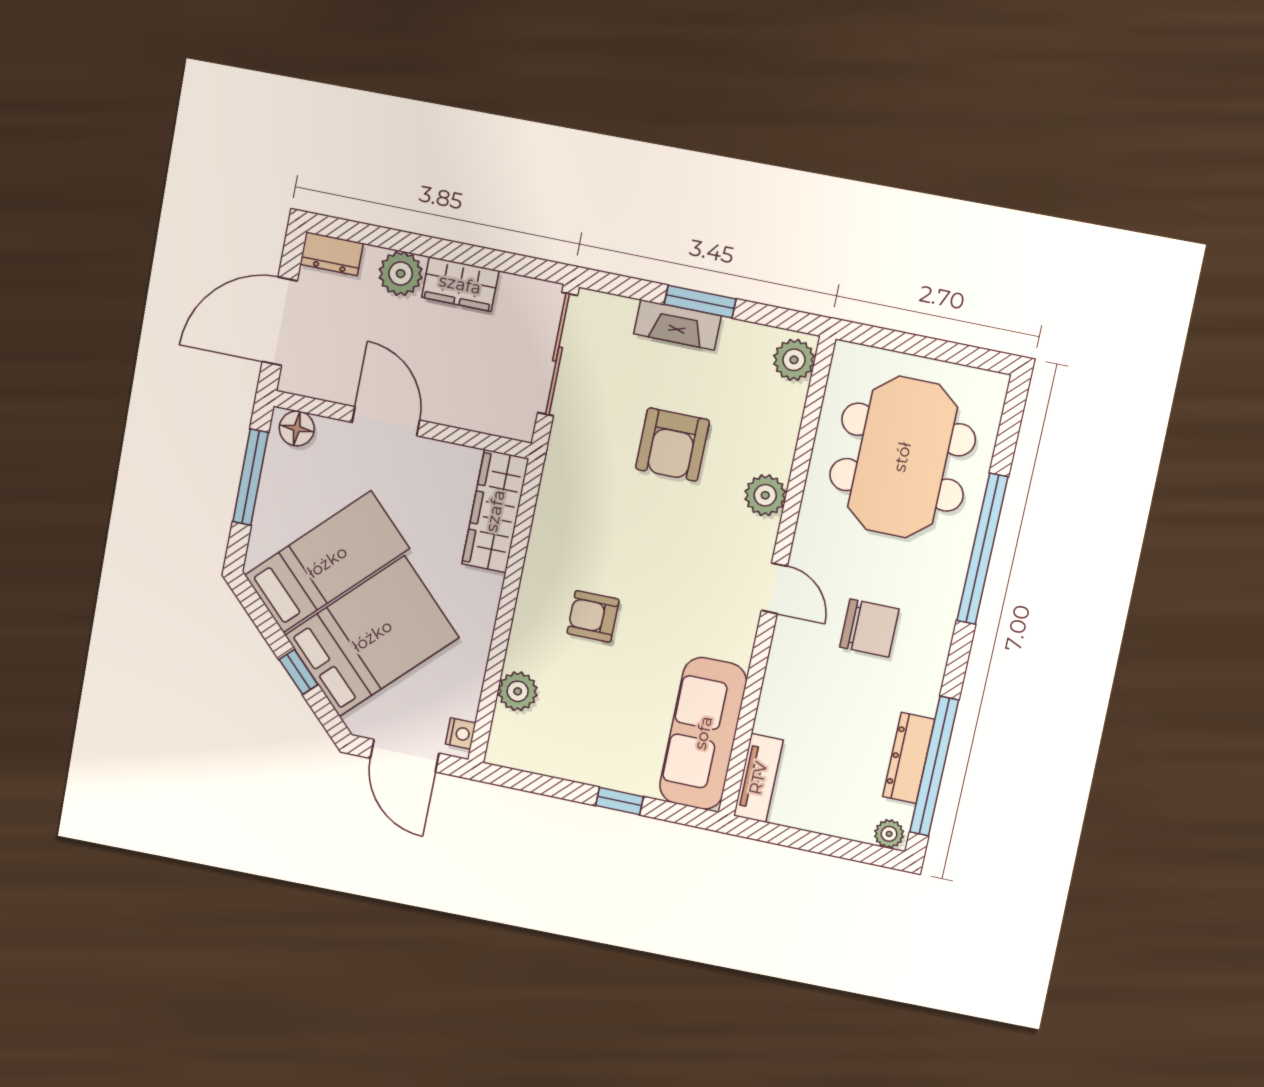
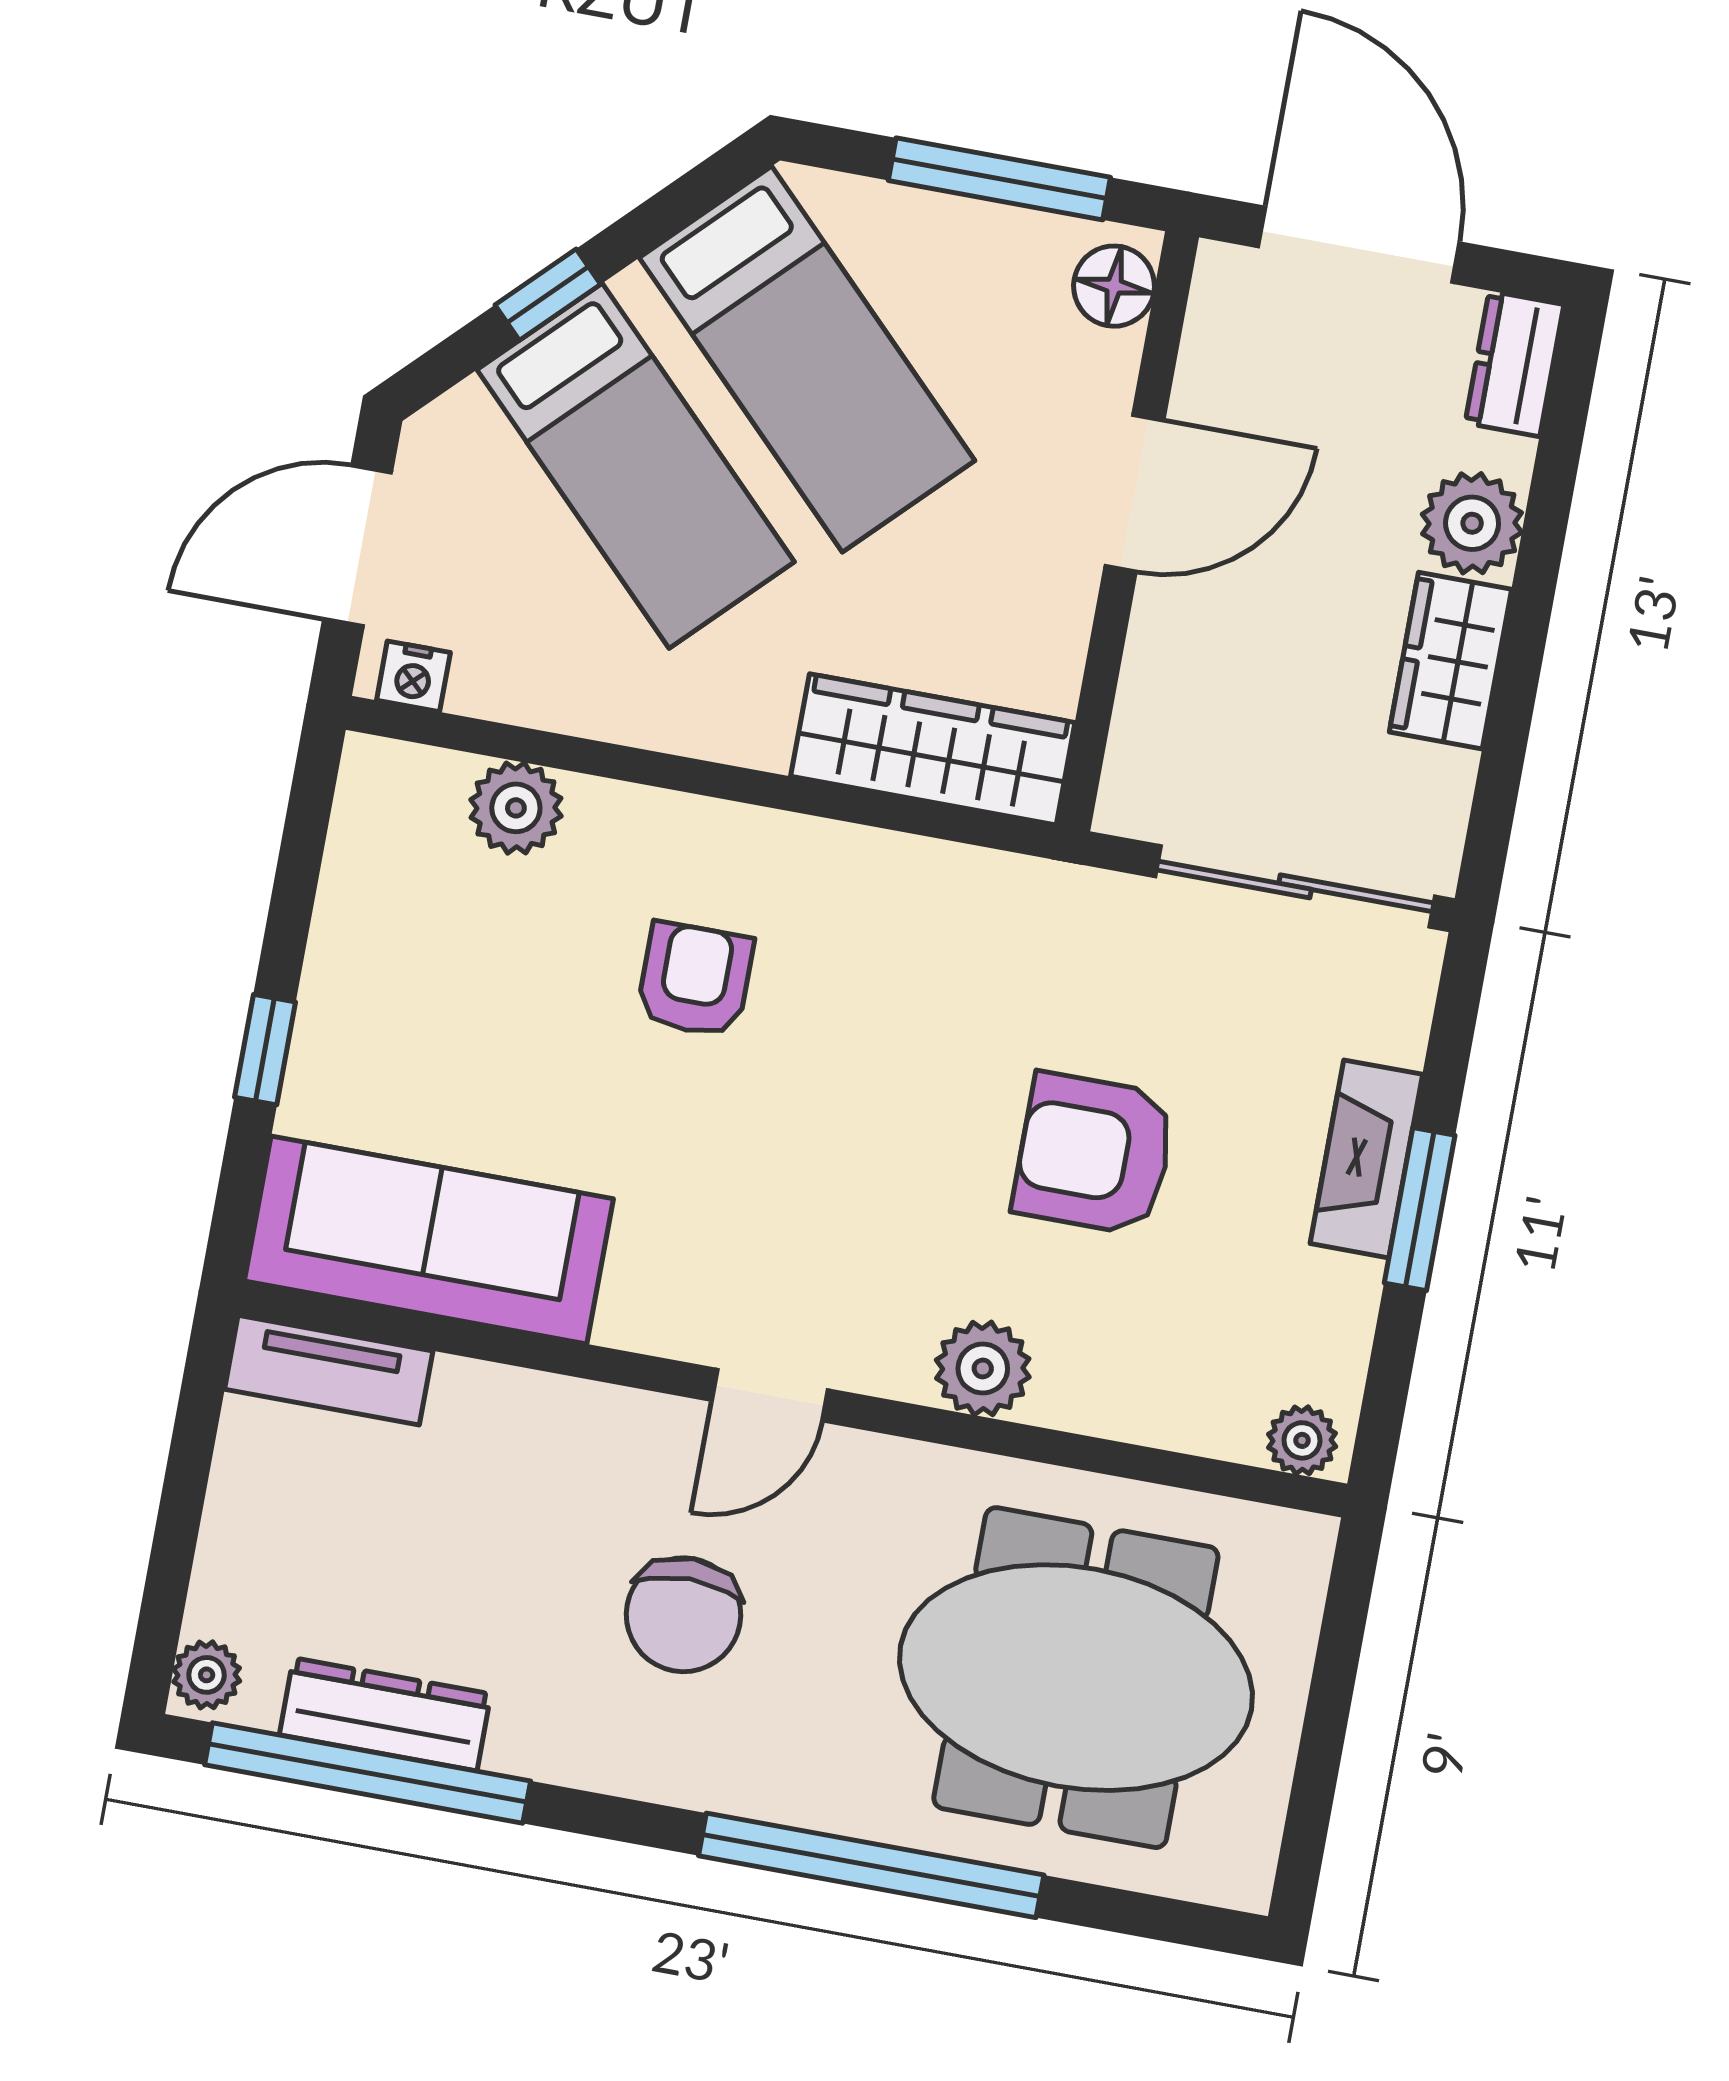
plant: (794, 360) -> (1302, 1440), width x0.73, depth x0.73
bed: (372, 636) -> (636, 466), width x0.67

